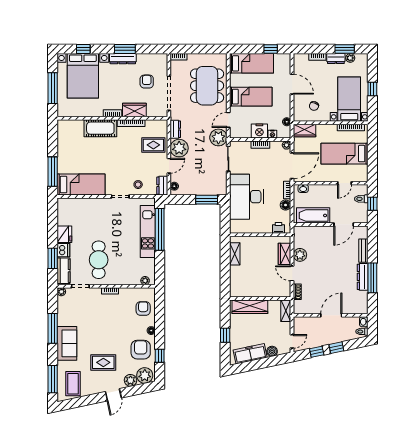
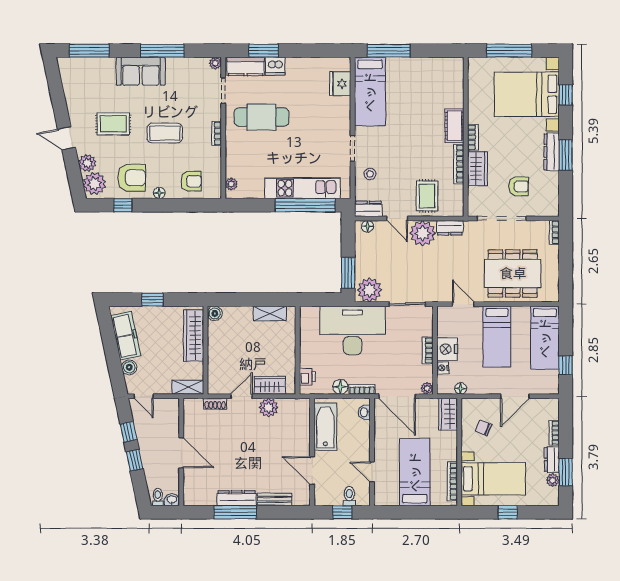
cot: (100, 128) -> (454, 126), width x0.73, depth x0.75
plant: (218, 137) -> (370, 290), moved
fridge: (64, 234) -> (340, 84), moved, turned 90
boiler: (235, 292) -> (215, 313), added
rug: (103, 362) -> (113, 124), turned 90
coffee table: (73, 384) -> (165, 133), moved

